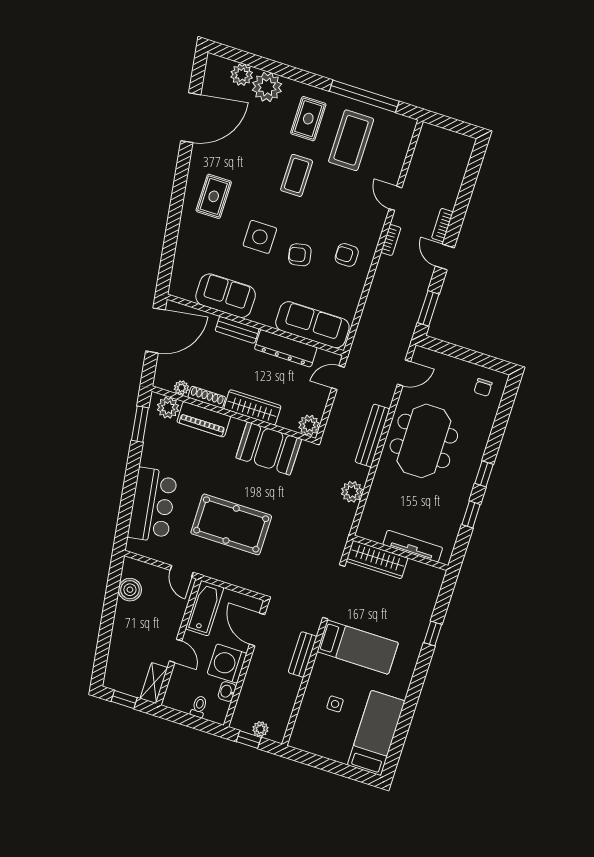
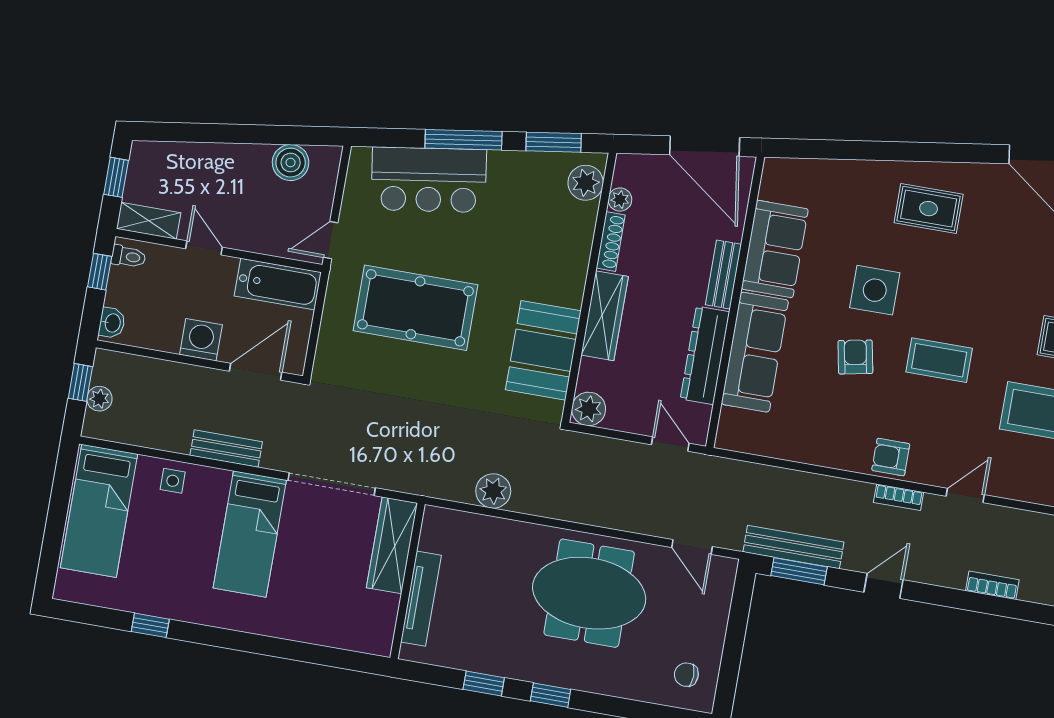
coffee table: (297, 175) -> (939, 360), moved
bookcase: (442, 225) -> (992, 585), moved
armchair: (347, 255) -> (891, 457), moved, turned -90
sofa: (312, 325) -> (755, 352), moved
piano: (204, 419) -> (575, 242), removed
bench: (372, 435) -> (793, 547), moved
window: (131, 480) -> (464, 140), added
pool table: (231, 524) -> (415, 308), turned 90
window: (433, 633) -> (150, 625), moved
door: (176, 651) -> (204, 248), swing flipped
washing machine: (227, 664) -> (201, 340), width x0.73, depth x0.73
washbasin: (227, 691) -> (112, 323), moved, turned 90
side table: (335, 704) -> (173, 481), moved
toilet: (199, 707) -> (128, 257), moved
window: (181, 718) -> (100, 272), added
bed: (376, 733) -> (99, 511), moved, turned 90

